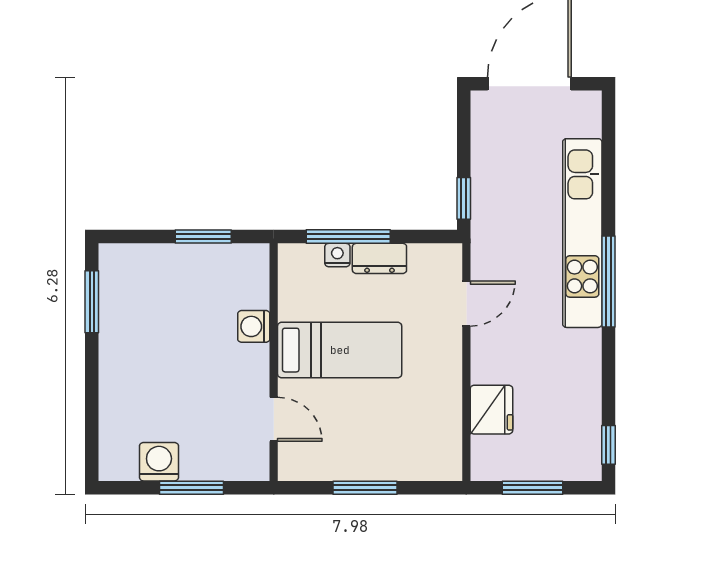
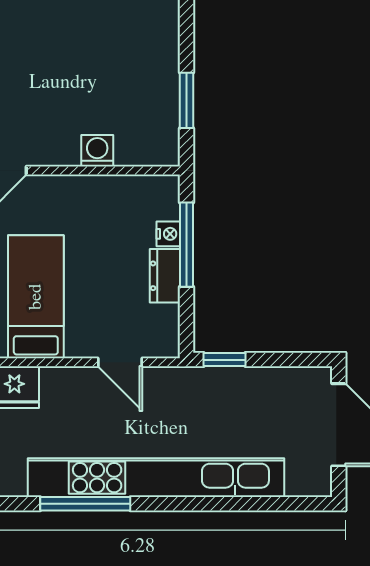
kitchen unit: (582, 233) -> (156, 478), width x1.36
window: (608, 281) -> (85, 504), moved
bed: (340, 350) -> (36, 297), moved, turned 180

